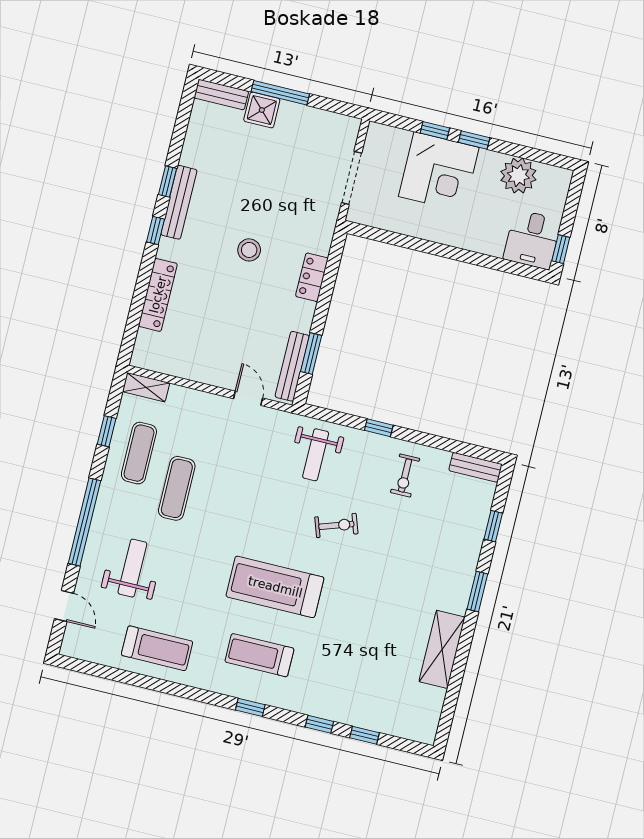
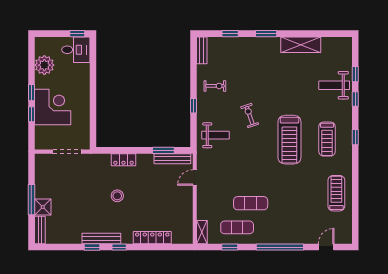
weight bench: (132, 568) -> (334, 85), moved

